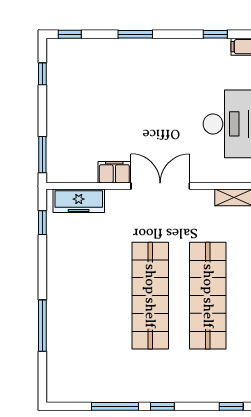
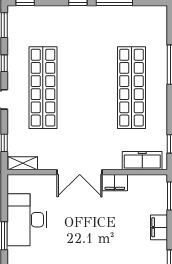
filing cabinet: (57, 114) -> (159, 227), added
shop shelf: (150, 296) -> (132, 88), moved

